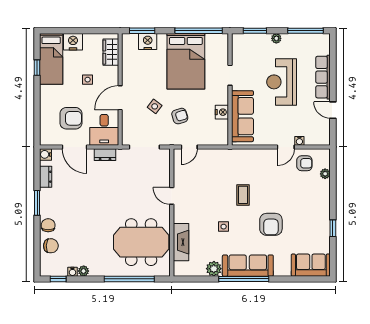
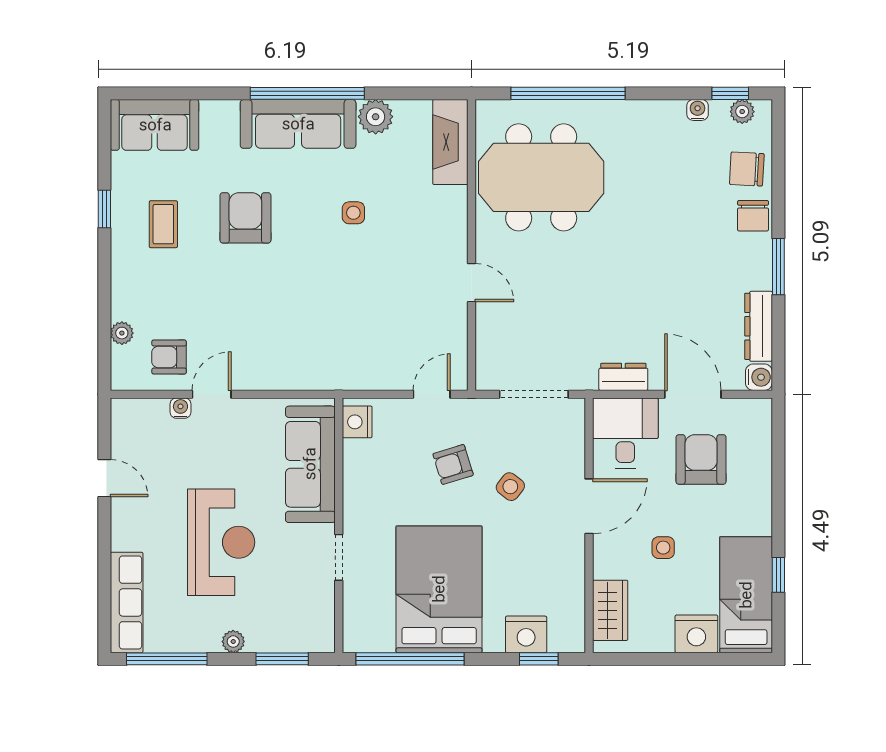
window: (142, 31) -> (539, 659), width x0.67
row of seats: (323, 77) -> (127, 602), moved
nightstand: (222, 112) -> (357, 422), moved
armchair: (71, 118) -> (701, 459), turned 90
dresser: (46, 177) -> (759, 326), width x1.44
coffee table: (243, 195) -> (163, 224), moved
fireplace: (181, 242) -> (450, 142), moved
plant: (84, 271) -> (742, 112), moved

